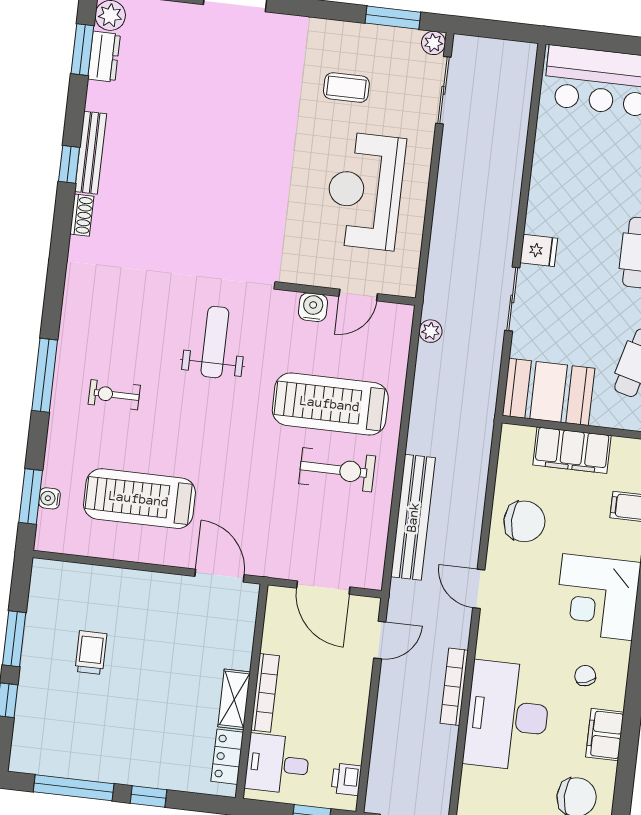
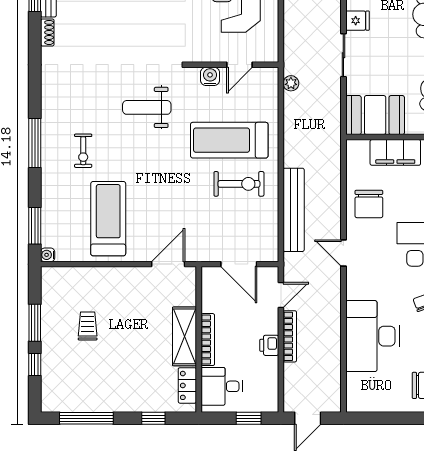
weight bench: (215, 342) -> (147, 107), turned -90
exercise bike: (114, 395) -> (83, 151), turned -90
water cooler: (49, 498) -> (48, 255), moved
treadmill: (139, 499) -> (108, 219), turned 90
chair: (524, 521) -> (369, 204), turned 90
door: (220, 576) -> (168, 264), hinge flipped
bookcase: (454, 687) -> (290, 336), moved, turned 180
shelving: (234, 699) -> (185, 336), width x1.50, depth x1.33
printer: (346, 779) -> (269, 345), moved
window: (149, 796) -> (153, 418), moved

